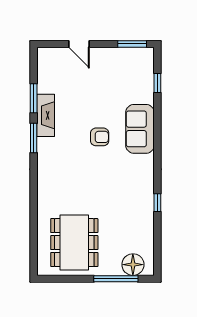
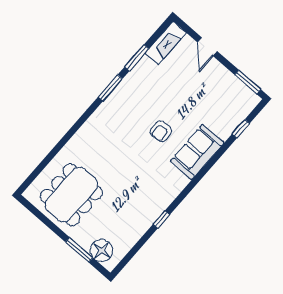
fireplace: (46, 115) -> (166, 43), moved
armchair: (100, 137) -> (161, 131), turned 87
window: (116, 279) -> (79, 250), width x0.69

